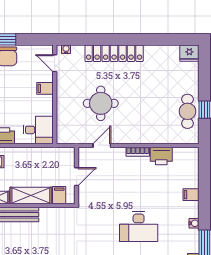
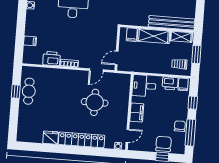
fridge: (189, 53) -> (51, 138), moved
door: (55, 63) -> (127, 136), hinge flipped
filing cabinet: (45, 88) -> (137, 112), width x2.00
door: (77, 177) -> (117, 58), moved
filing cabinet: (191, 195) -> (30, 41), moved

